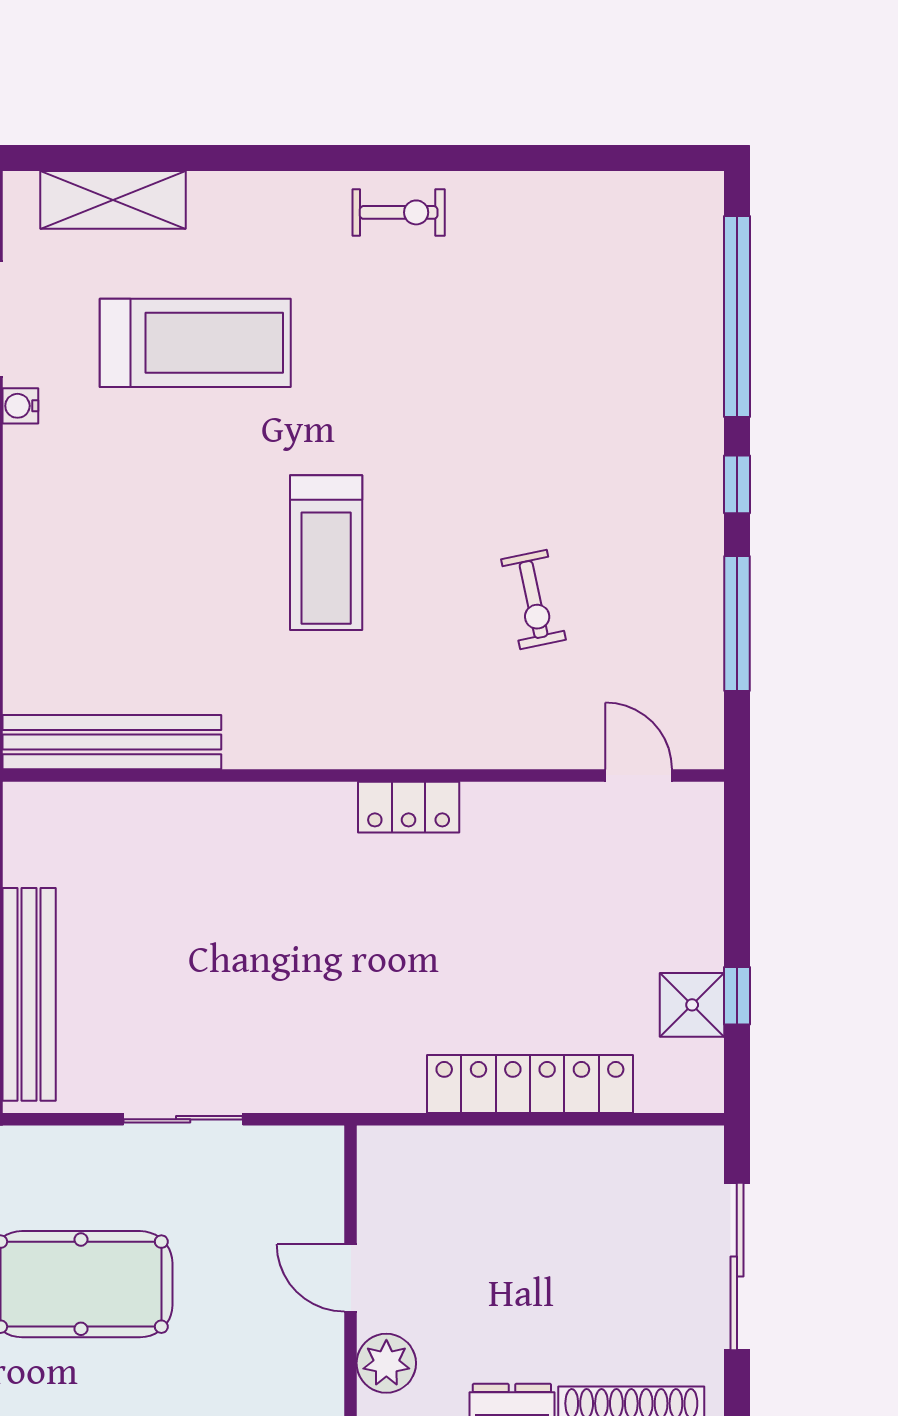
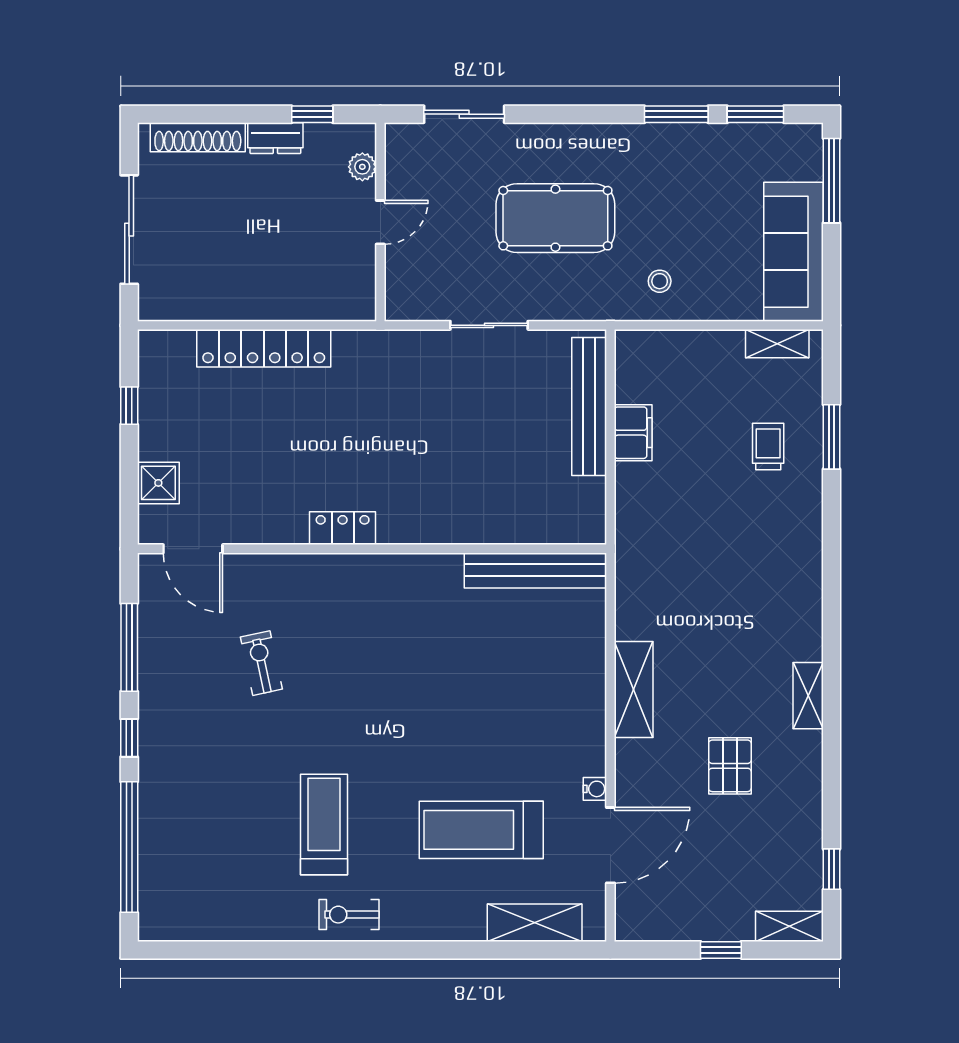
treadmill: (326, 553) -> (324, 824), moved
door: (639, 775) -> (193, 549), width x1.38
shower: (692, 1005) -> (158, 483), moved
door: (351, 1278) -> (380, 222), hinge flipped
plant: (386, 1363) -> (362, 167), width x0.73, depth x0.73

